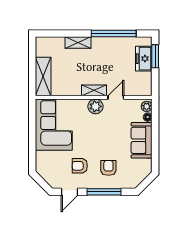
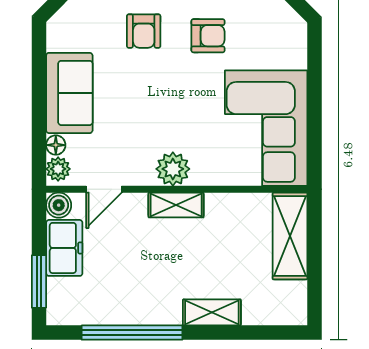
freezer: (144, 59) -> (64, 248), moved
boiler: (146, 90) -> (59, 205), added
door: (116, 97) -> (104, 189), moved

